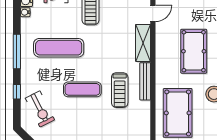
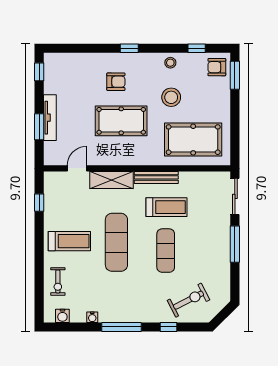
water cooler: (25, 12) -> (92, 317), moved
door: (153, 13) -> (77, 168), hinge flipped
exercise mat: (59, 48) -> (116, 242), moved

